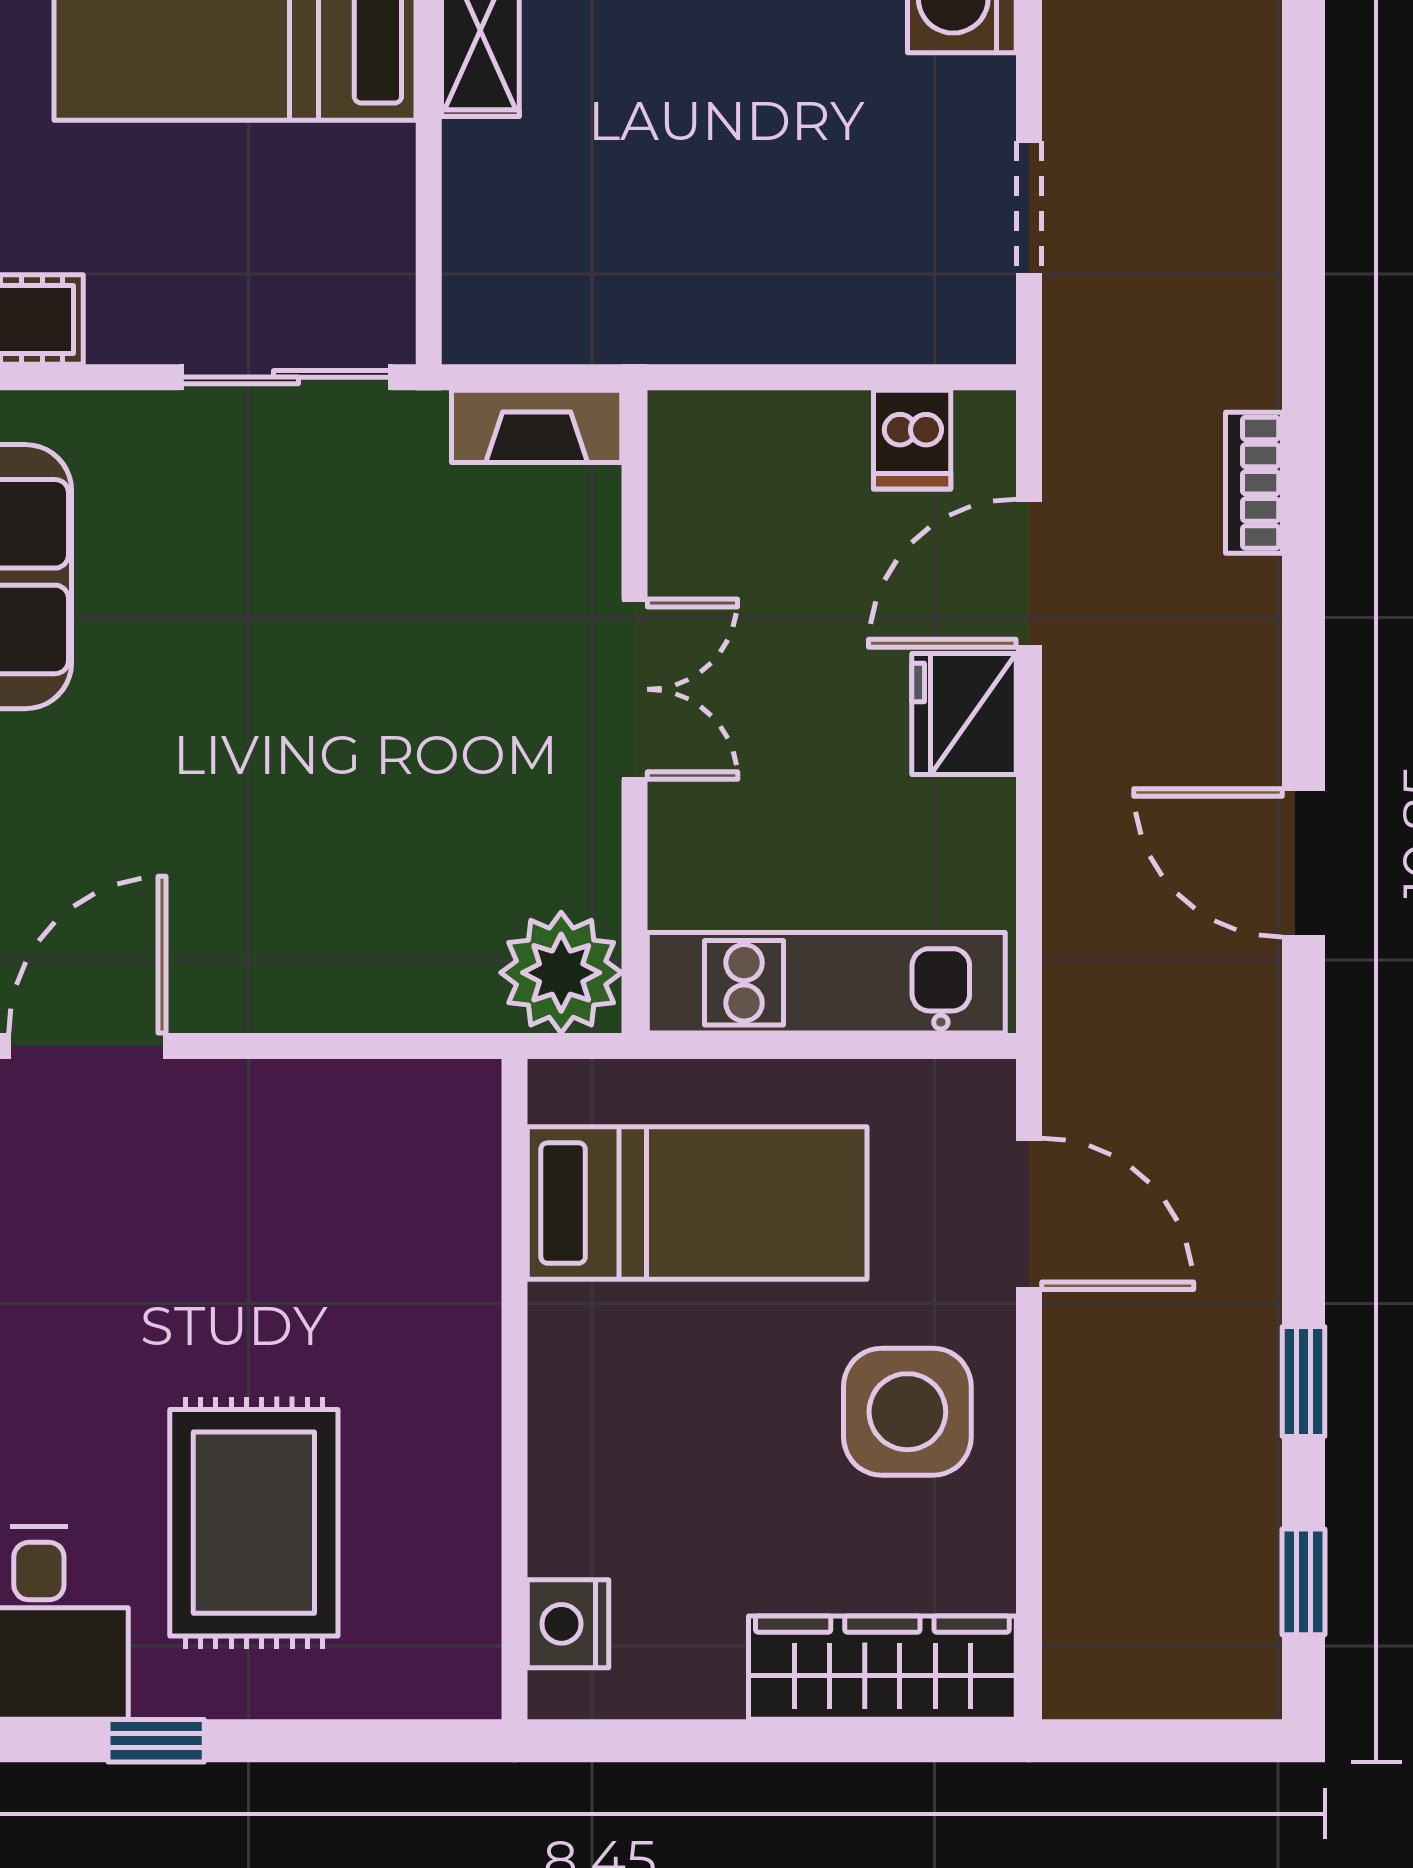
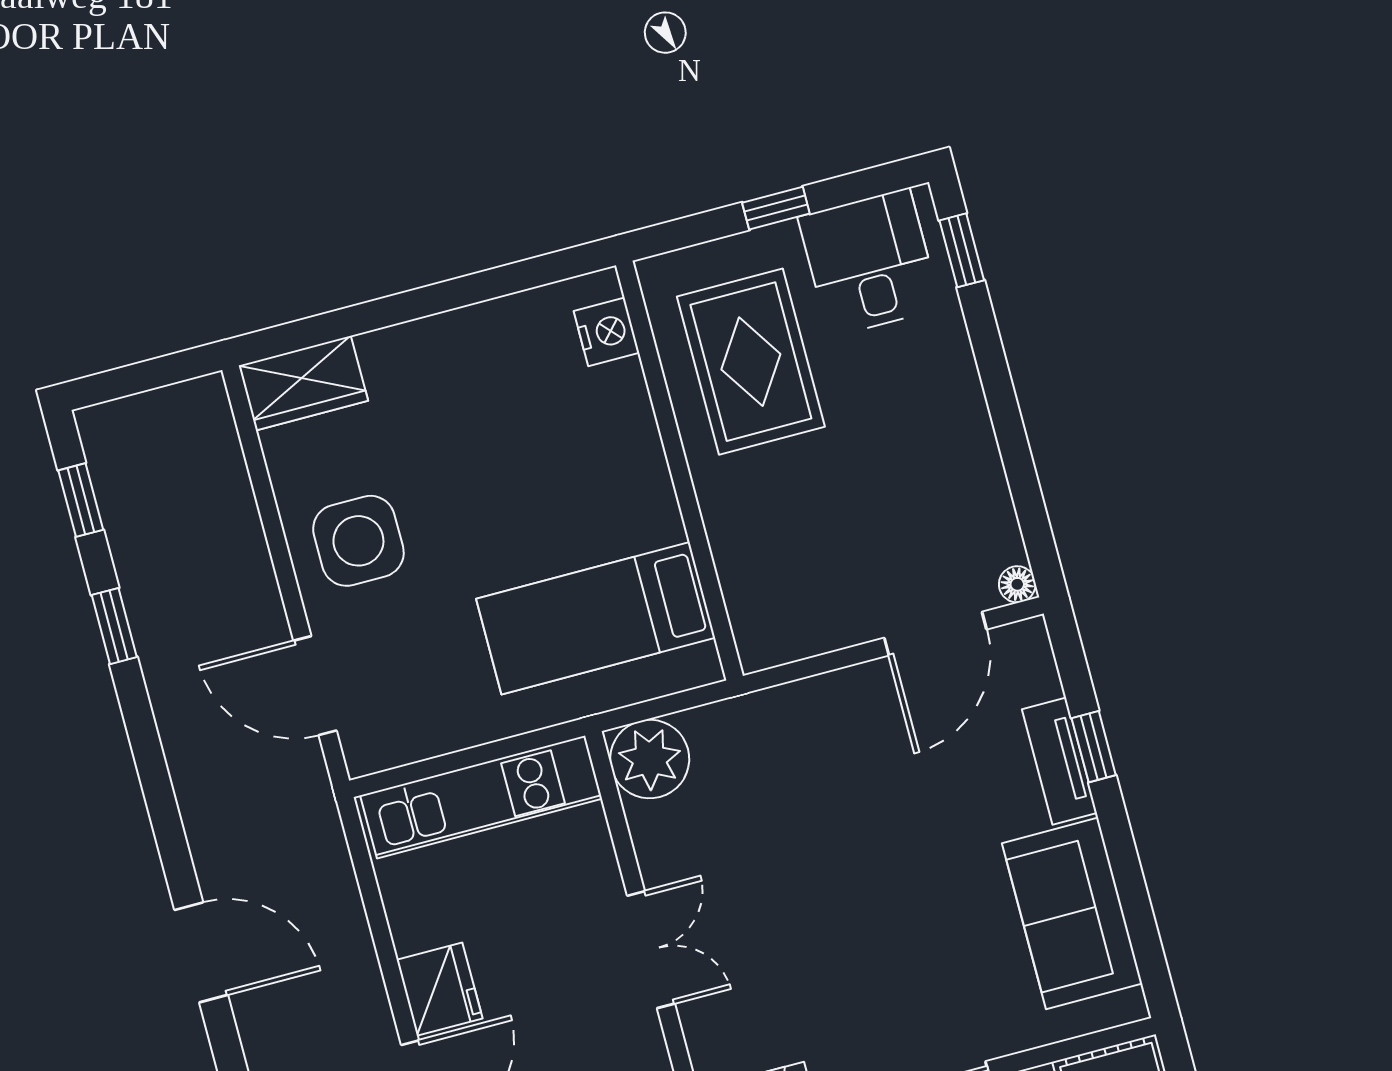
double door: (635, 689) -> (651, 950), swing flipped
bed: (697, 1203) -> (596, 618), moved
wall: (515, 1389) -> (679, 471), moved
nightstand: (568, 1624) -> (607, 332), moved
wardrobe: (882, 1668) -> (303, 383), width x0.67

